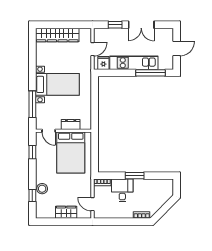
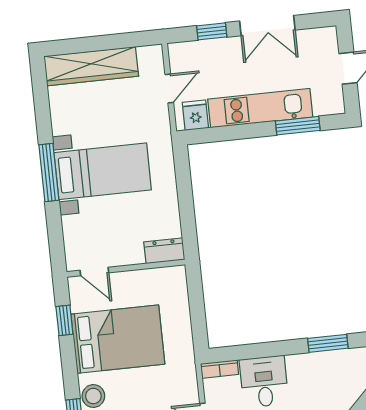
window: (150, 73) -> (298, 126), width x0.69
window: (32, 104) -> (49, 173), moved
dresser: (71, 125) -> (164, 251), moved
bed: (71, 153) -> (118, 339), moved, turned -90
window: (135, 176) -> (328, 343), moved

